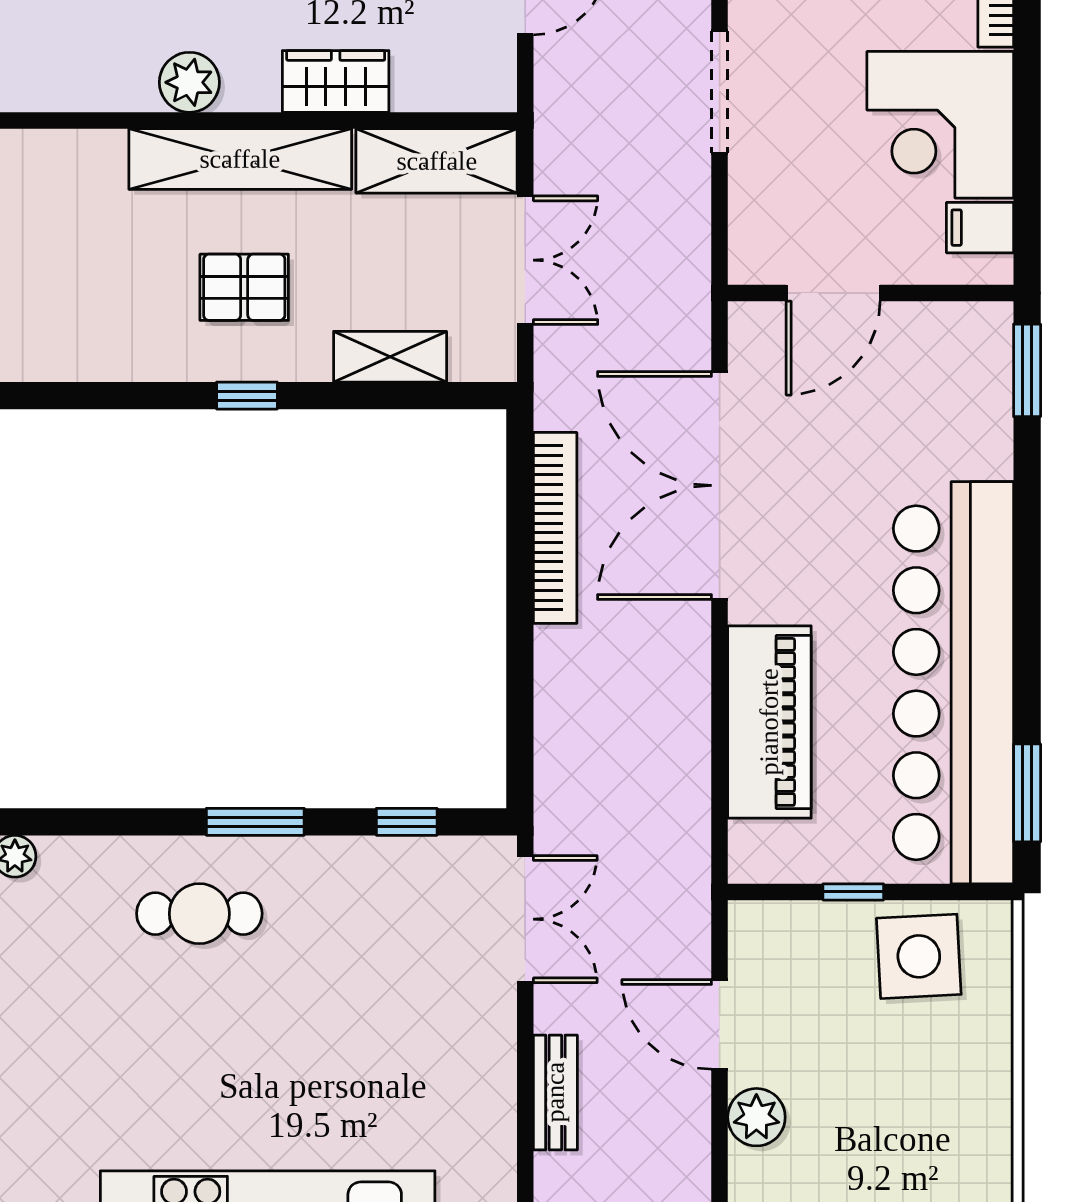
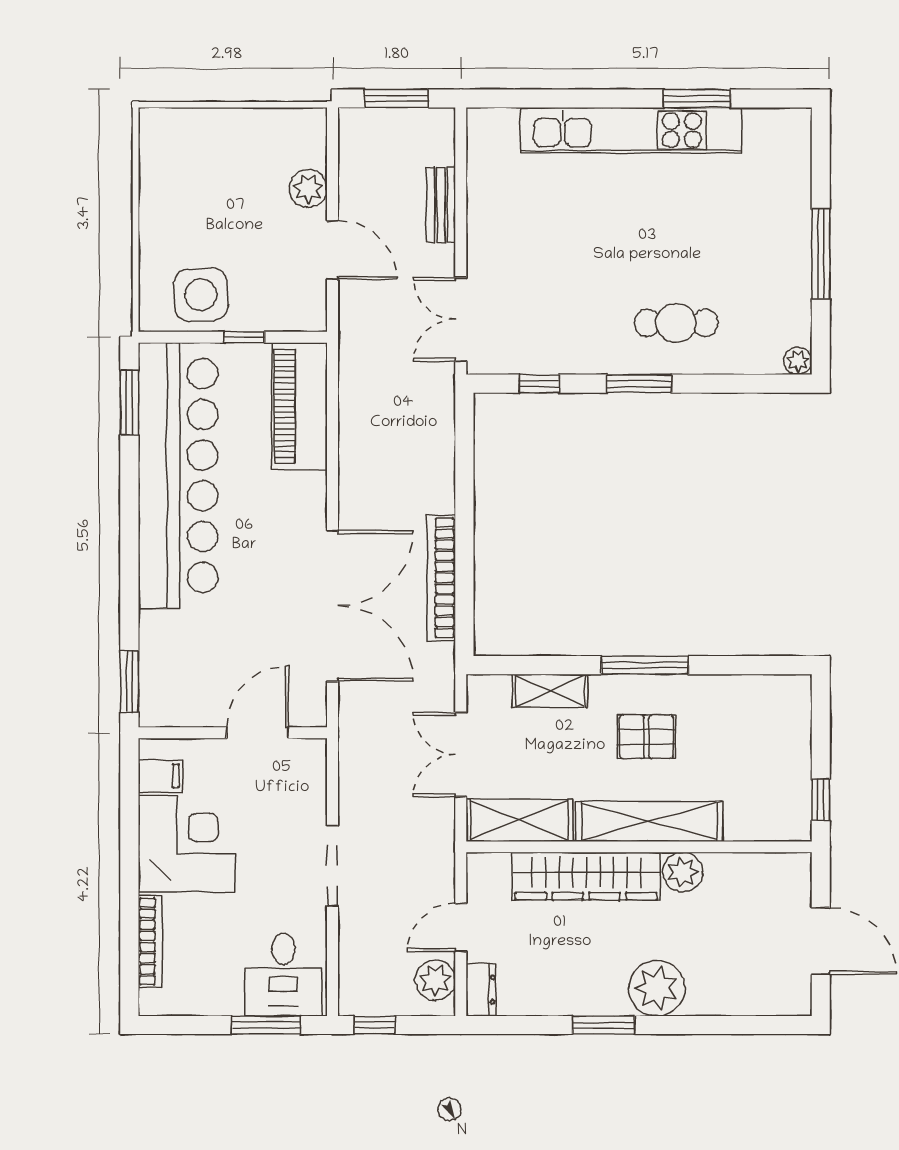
wardrobe: (336, 81) -> (586, 876), width x2.10, depth x1.17
window: (247, 396) -> (645, 665), width x2.17
piano: (769, 722) -> (300, 406), moved

